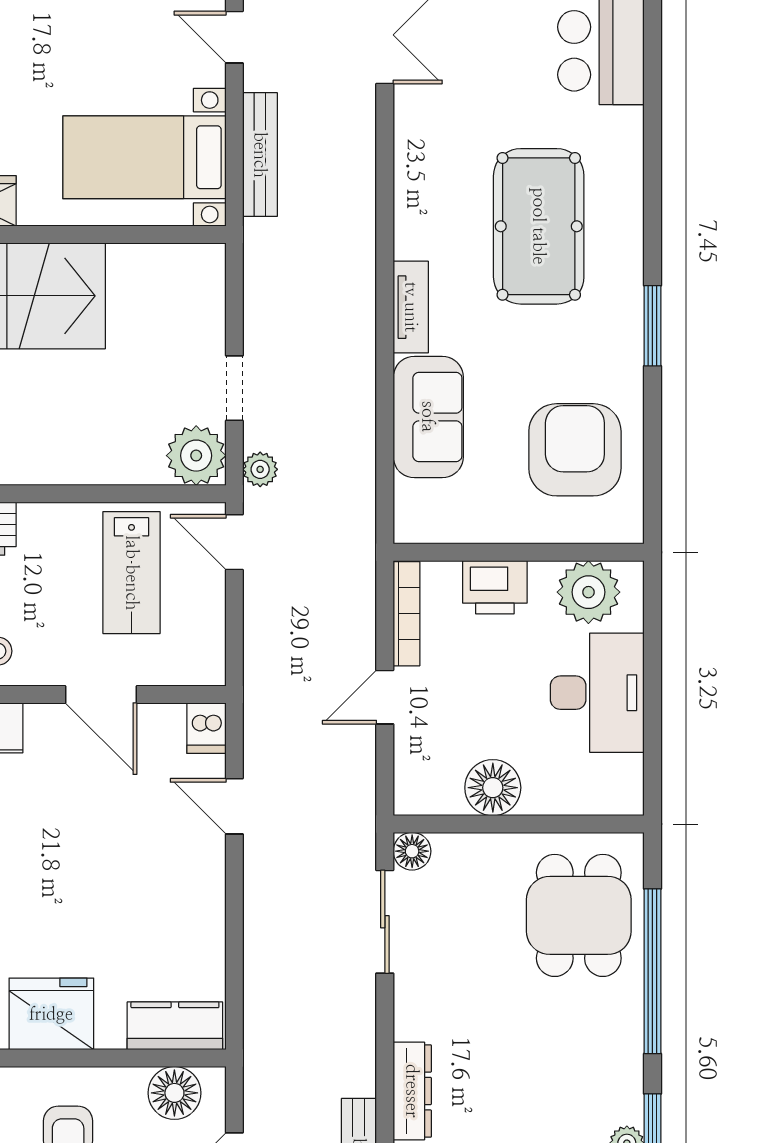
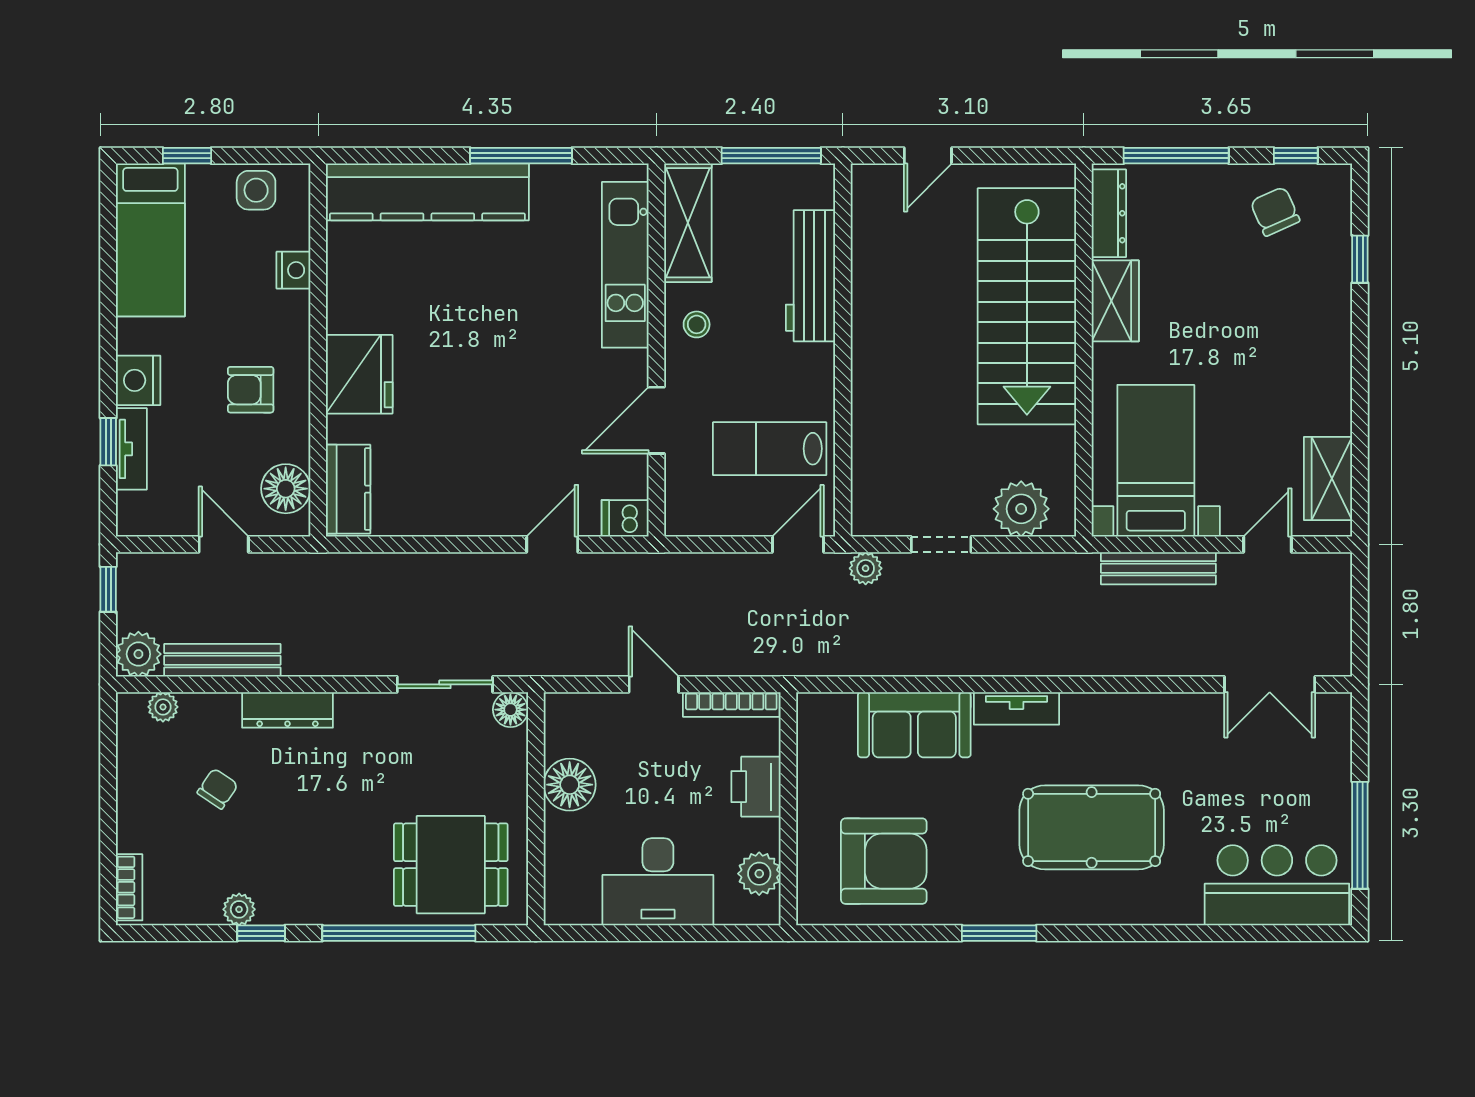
plant: (196, 456) -> (1021, 509), moved
plant: (588, 592) -> (759, 874), width x0.73, depth x0.73

